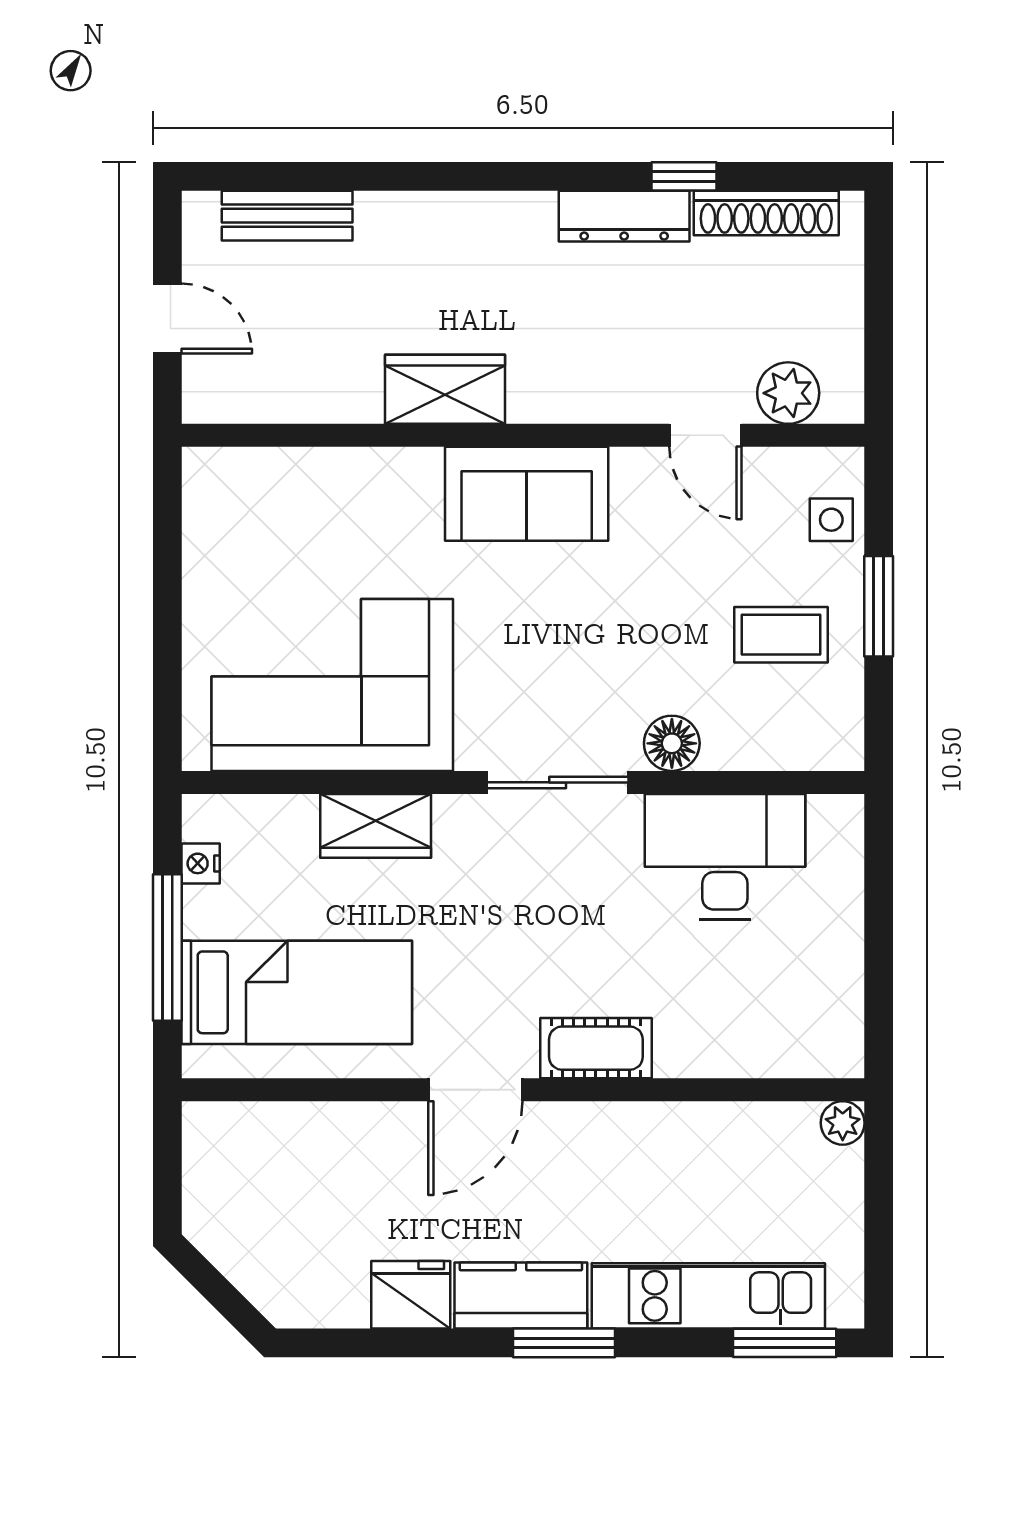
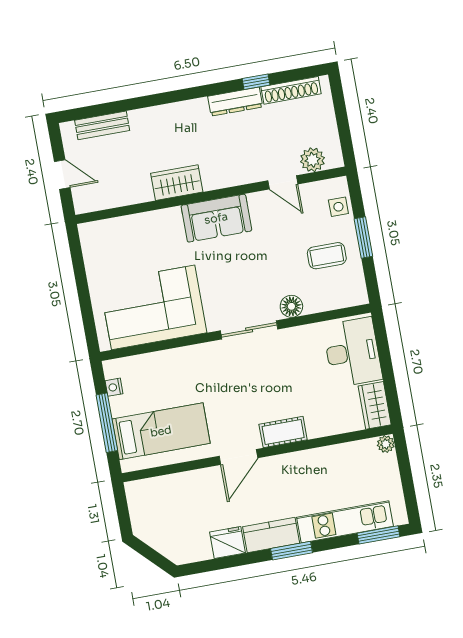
wardrobe: (376, 826) -> (375, 405), moved, turned 90
desk: (725, 857) -> (353, 352), moved, turned 90

